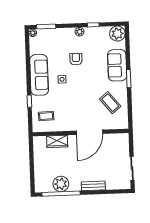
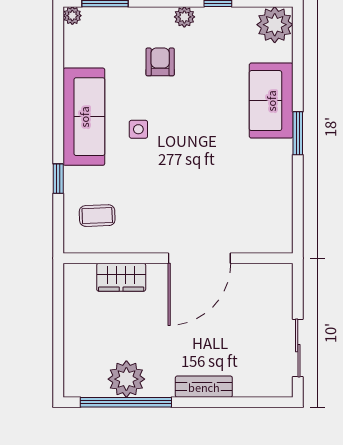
armchair: (76, 59) -> (160, 62), moved
coffee table: (110, 103) -> (251, 189), removed

